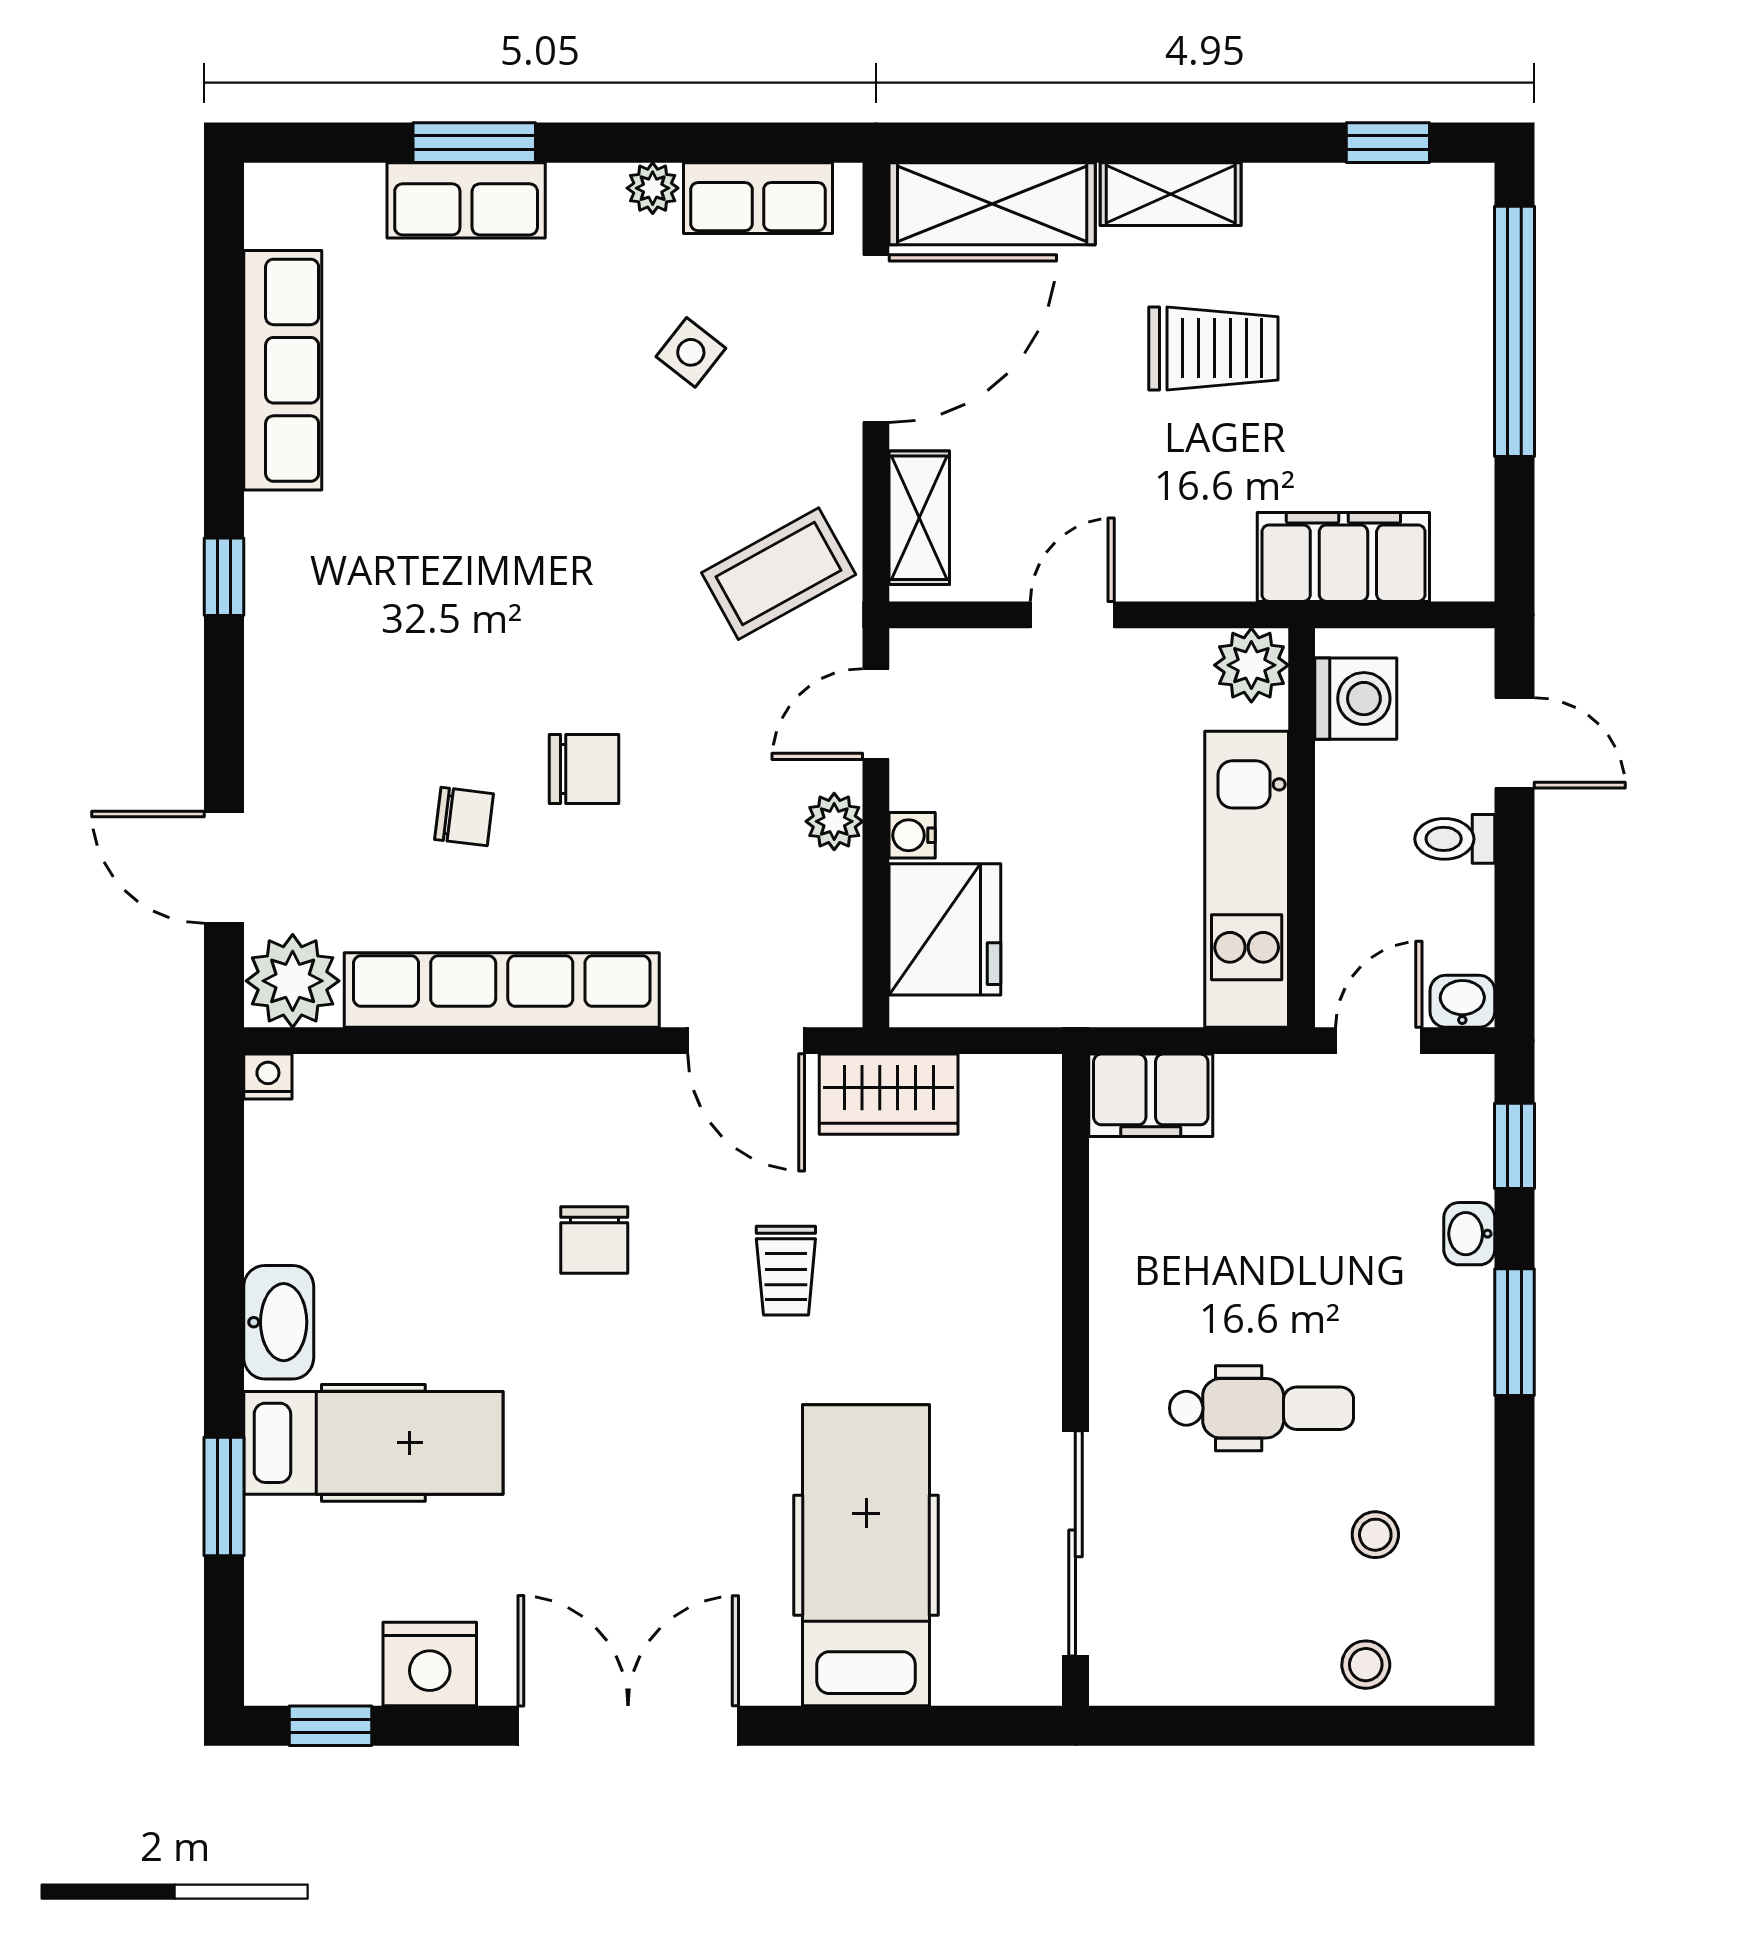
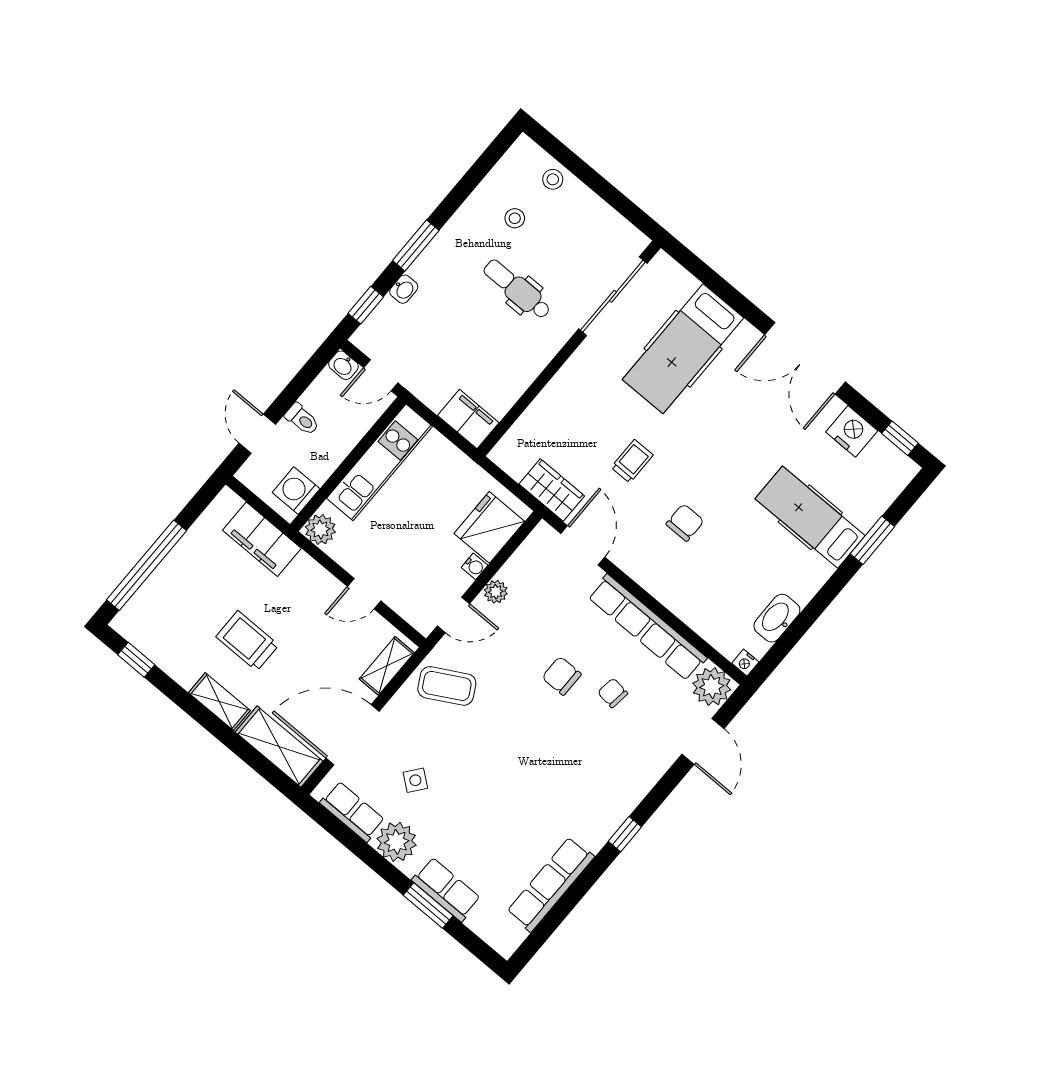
plant: (653, 188) -> (397, 842), width x1.88, depth x1.88
washbasin: (279, 1322) -> (777, 618), moved

